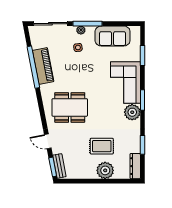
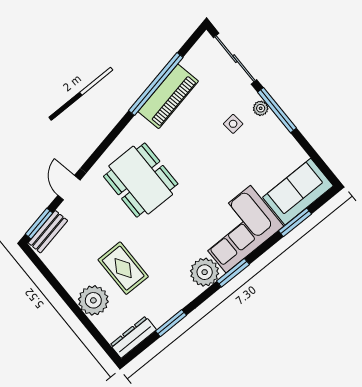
sofa: (113, 36) -> (298, 192), moved, turned 90

